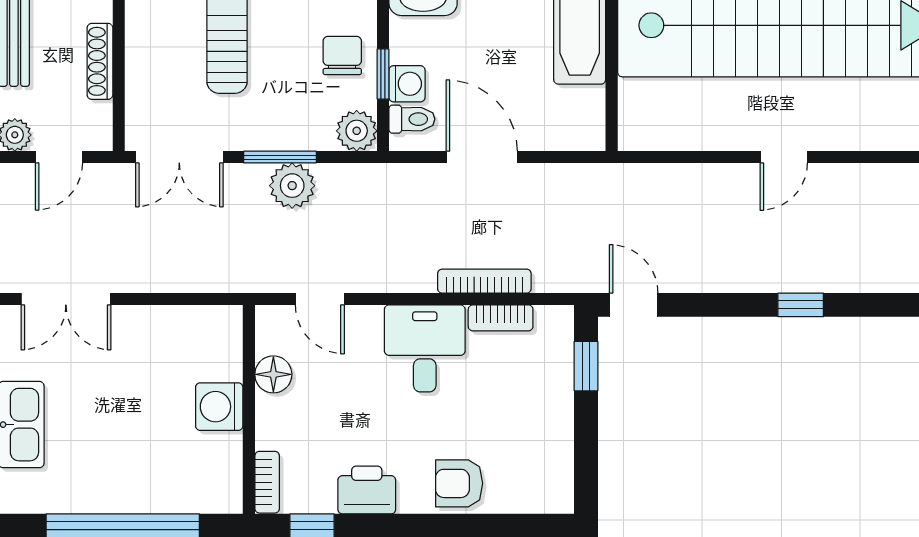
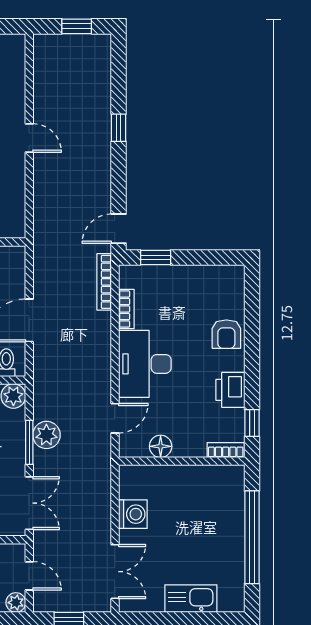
bookcase: (484, 281) -> (104, 282), moved
desk: (425, 348) -> (145, 364), width x1.37
washing machine: (219, 407) -> (133, 514), moved, turned -90

